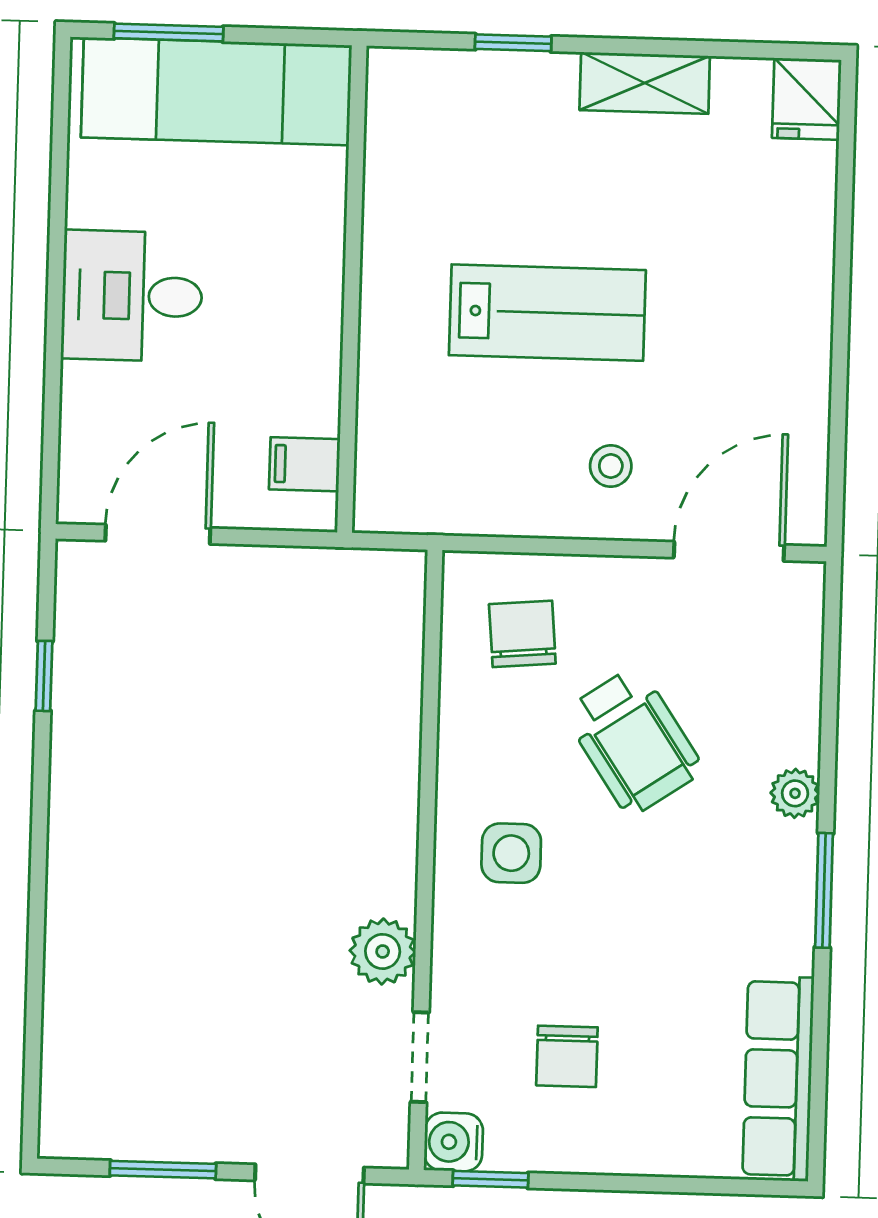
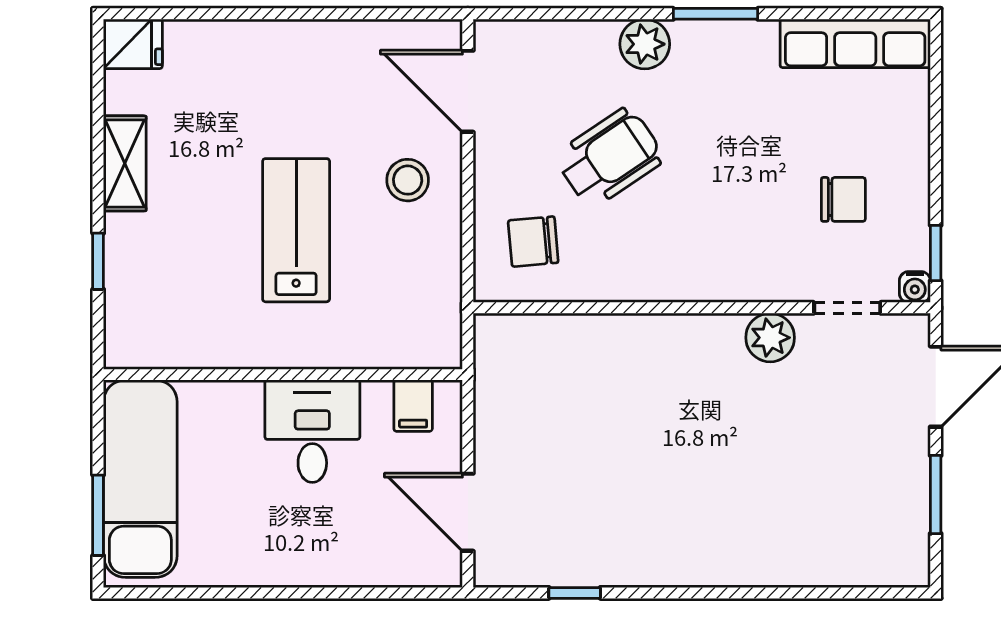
desk: (132, 296) -> (312, 431), moved, turned 180
stool: (611, 466) -> (408, 180), width x1.37, depth x1.37
plant: (795, 793) -> (645, 44), width x1.38, depth x1.38
side table: (511, 853) -> (695, 245), removed
water cooler: (454, 1142) -> (915, 287), width x0.72, depth x0.72

